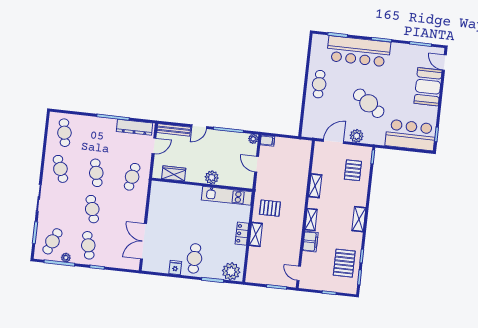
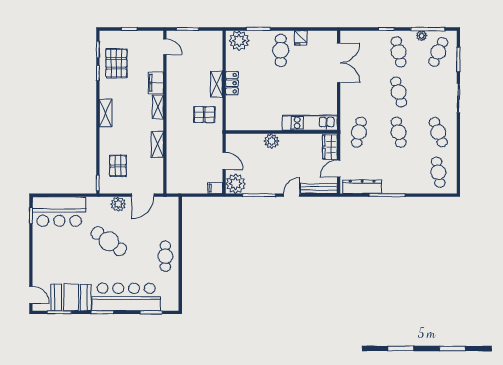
booth: (428, 87) -> (71, 297), moved, turned 90
plant: (253, 139) -> (236, 184), width x1.87, depth x1.87
wardrobe: (174, 173) -> (330, 147), moved, turned 90
kitchen unit: (227, 196) -> (310, 123), moved

